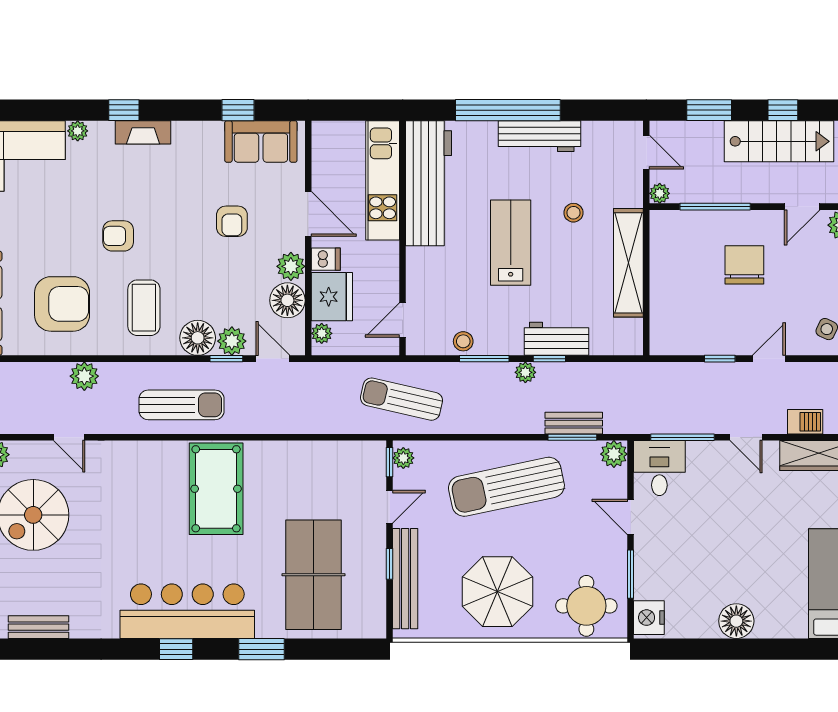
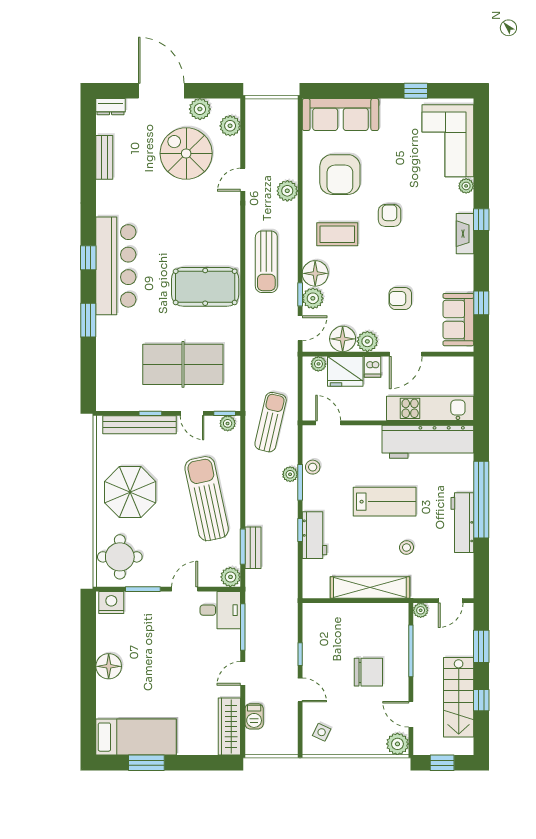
plant: (525, 372) -> (290, 474), moved
table tennis table: (314, 575) -> (183, 364), moved

